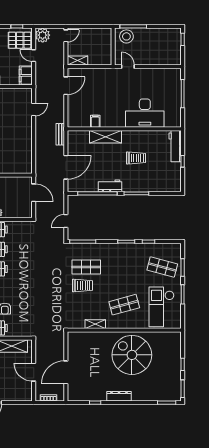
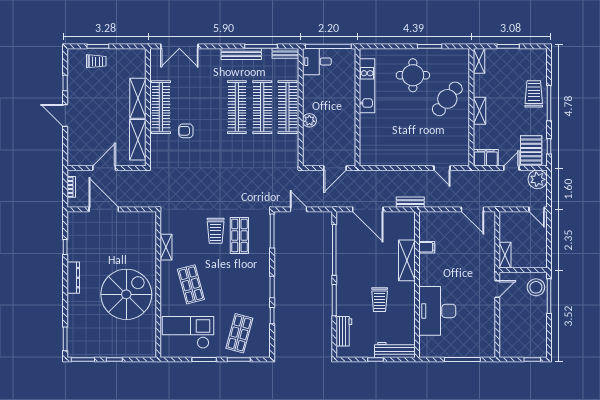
shelving: (77, 60) -> (505, 255), moved
workbench: (110, 186) -> (344, 331), moved

